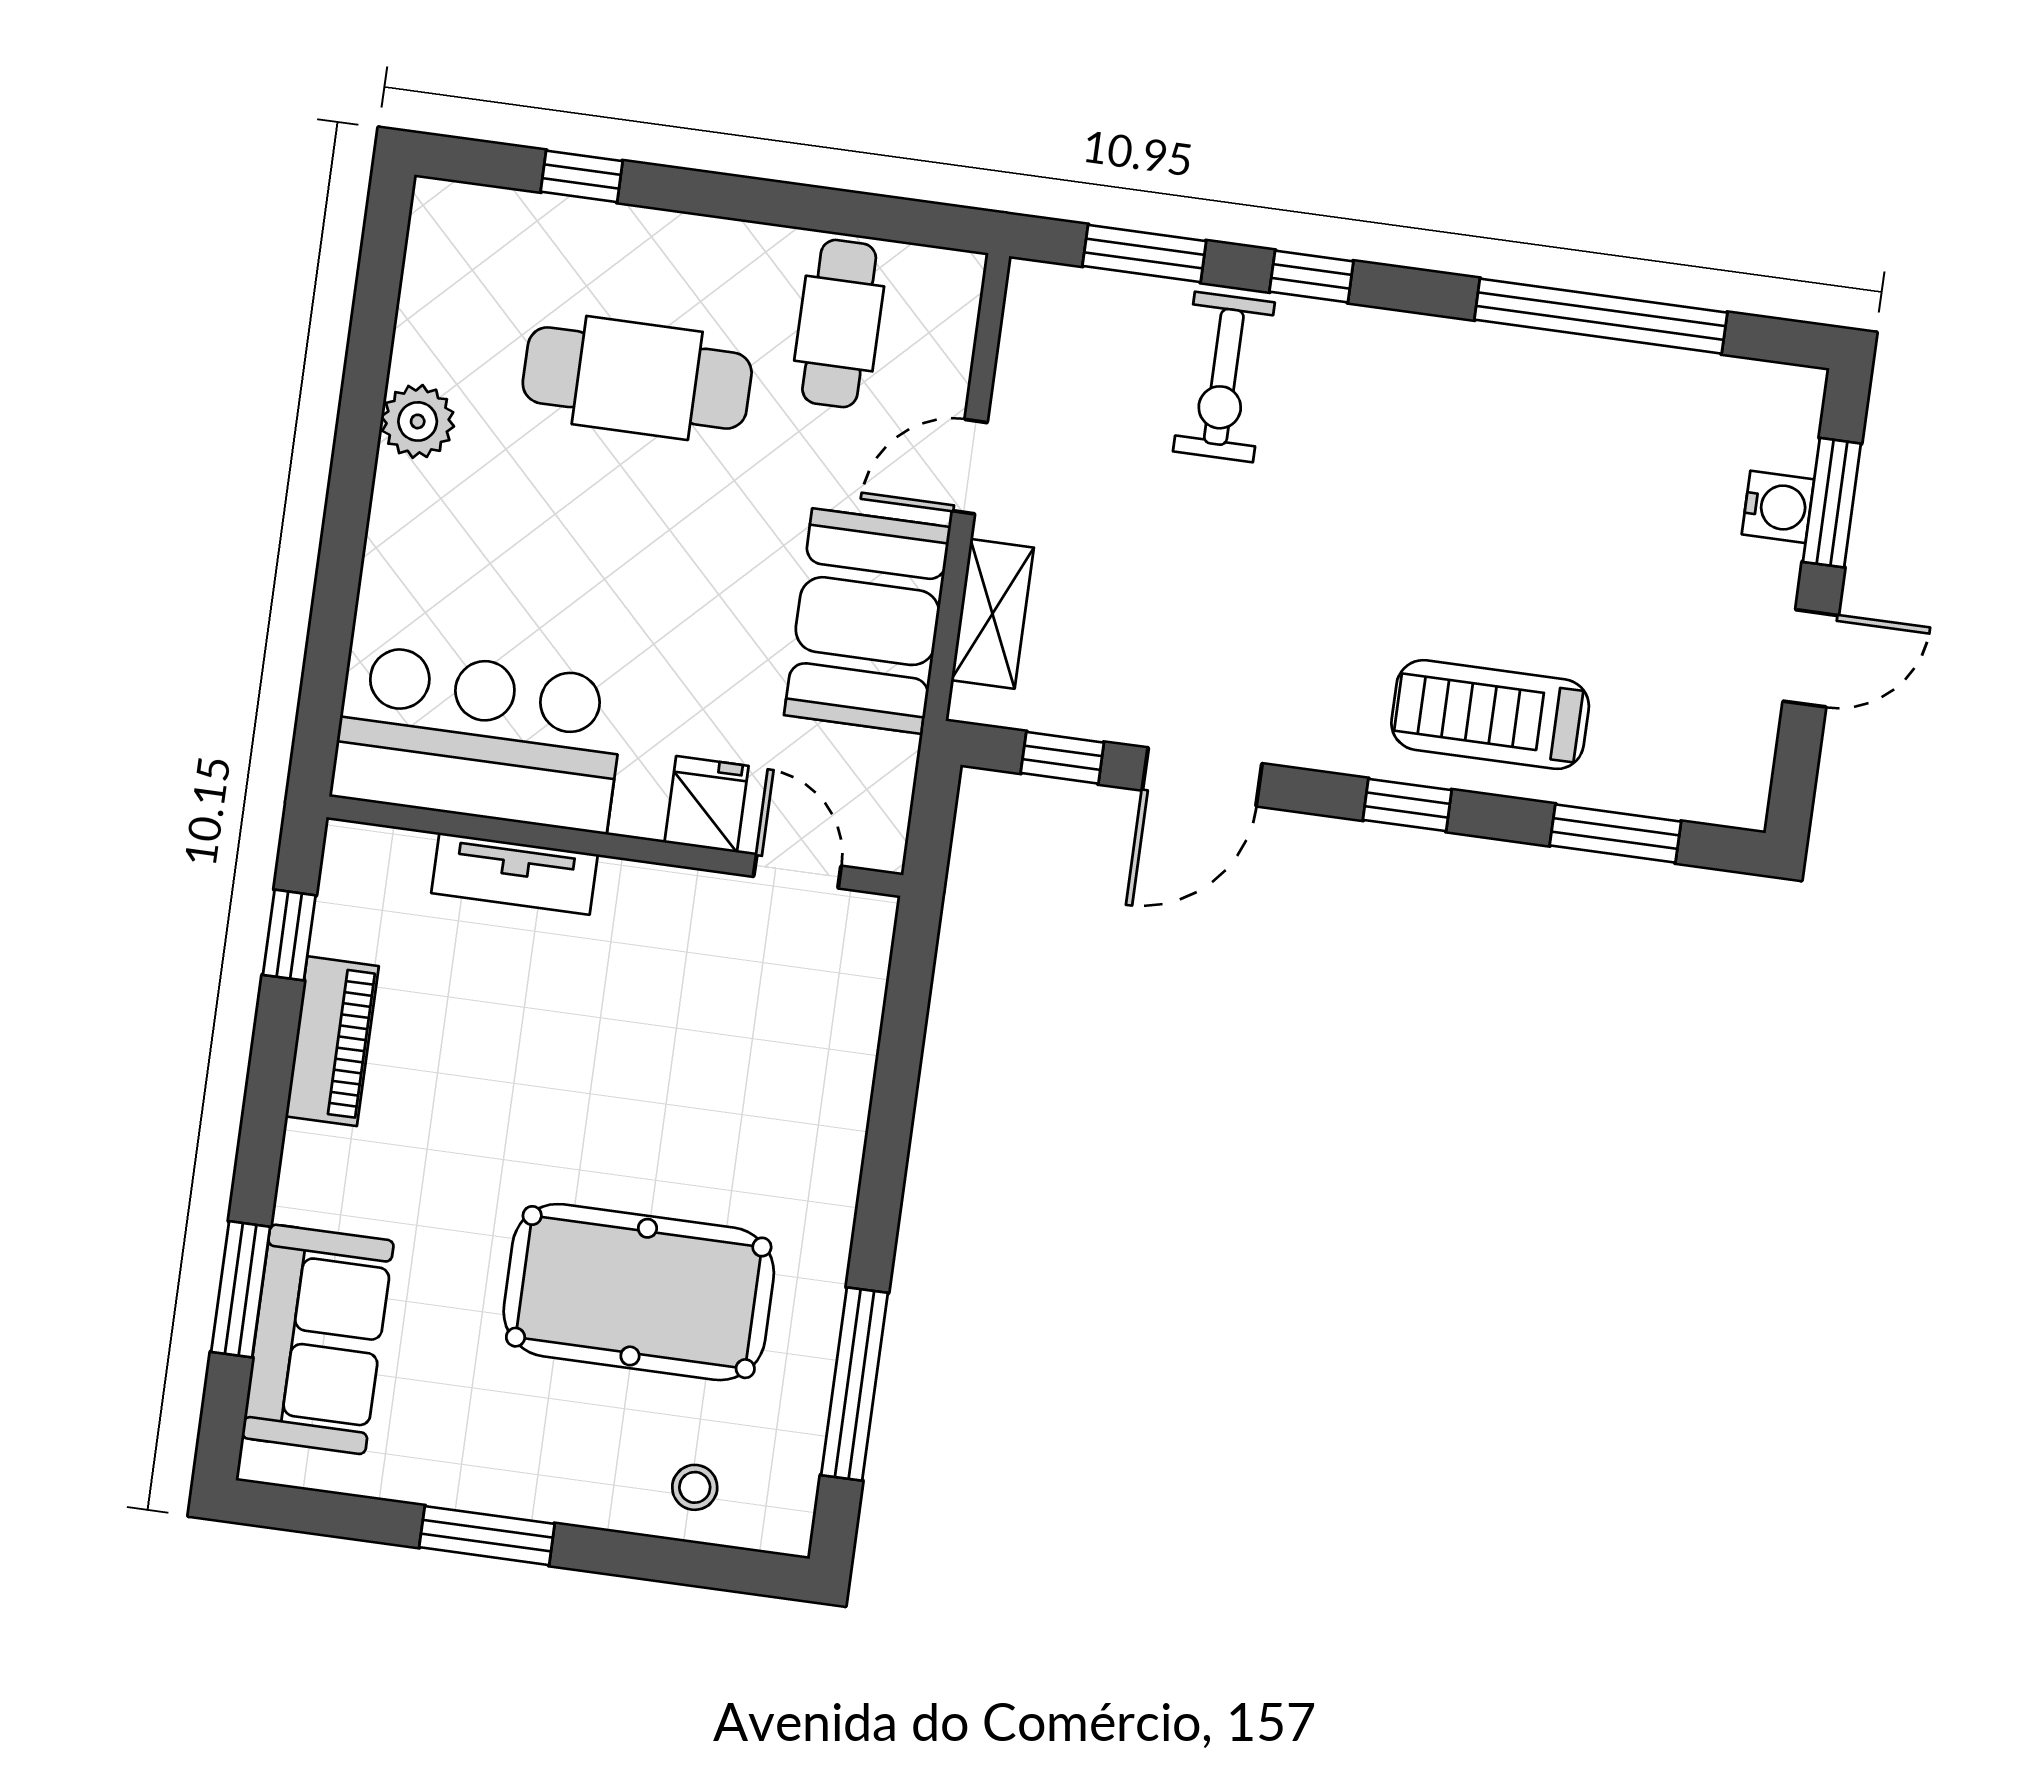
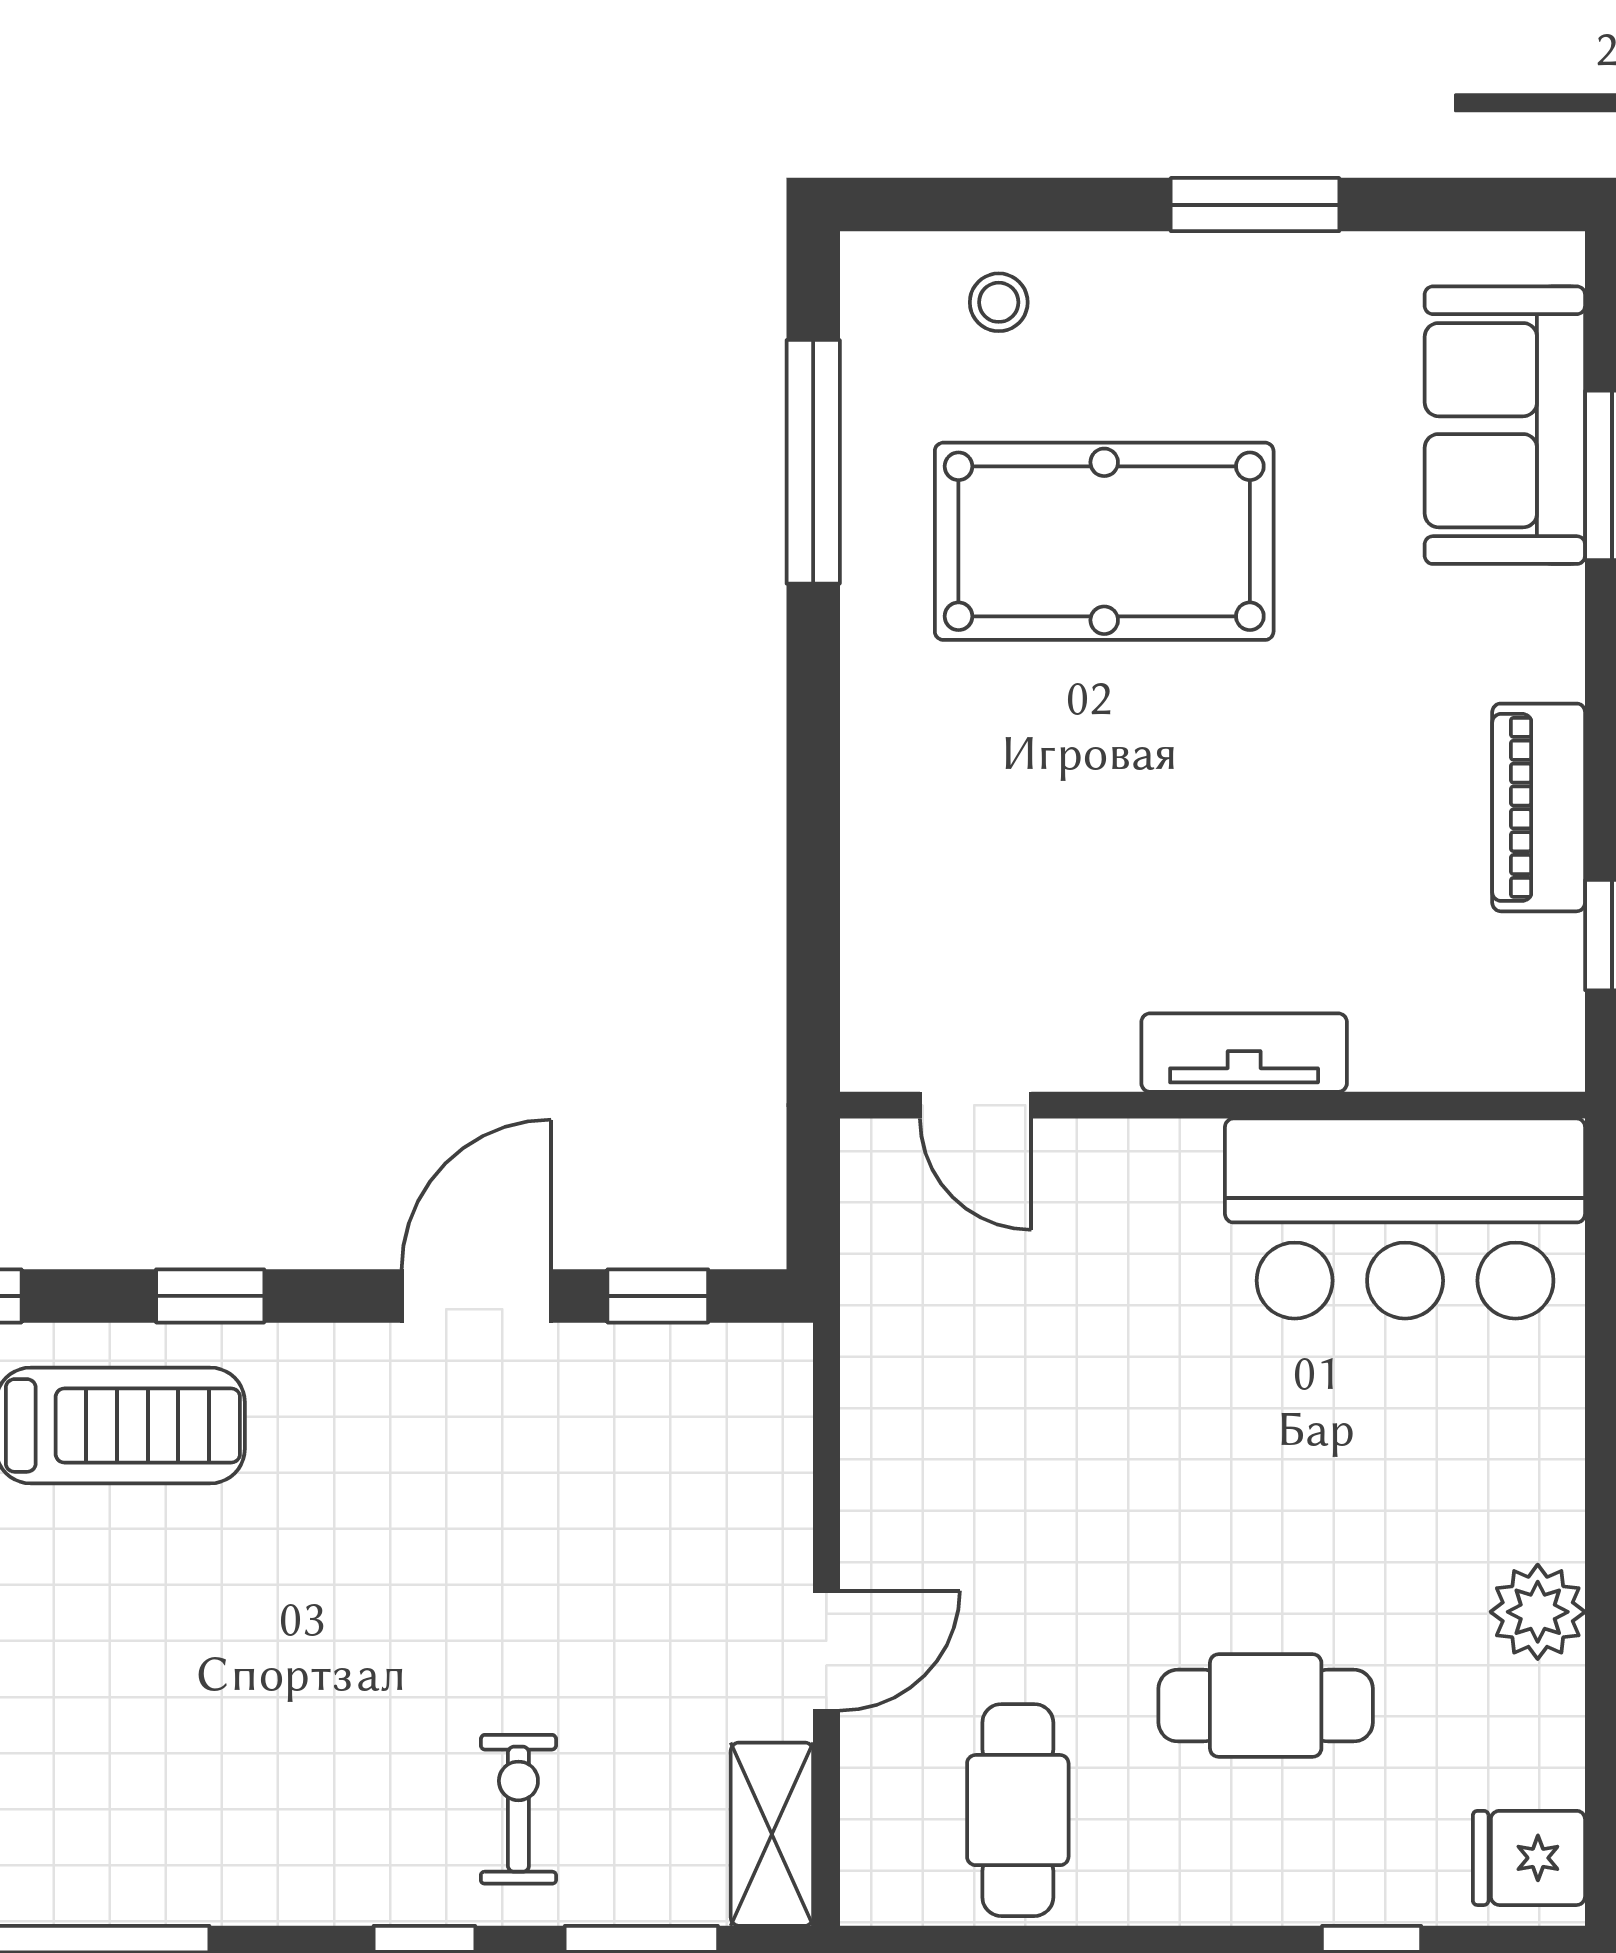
exercise bike: (1224, 377) -> (518, 1809), width x0.73, depth x0.72
cafe table: (637, 378) -> (1266, 1706), width x0.73, depth x0.74
shelving: (992, 614) -> (772, 1834), moved
booth: (867, 621) -> (930, 1436), removed
fridge: (707, 804) -> (1529, 1858), moved, turned 90
tv unit: (515, 874) -> (1244, 1053), moved

